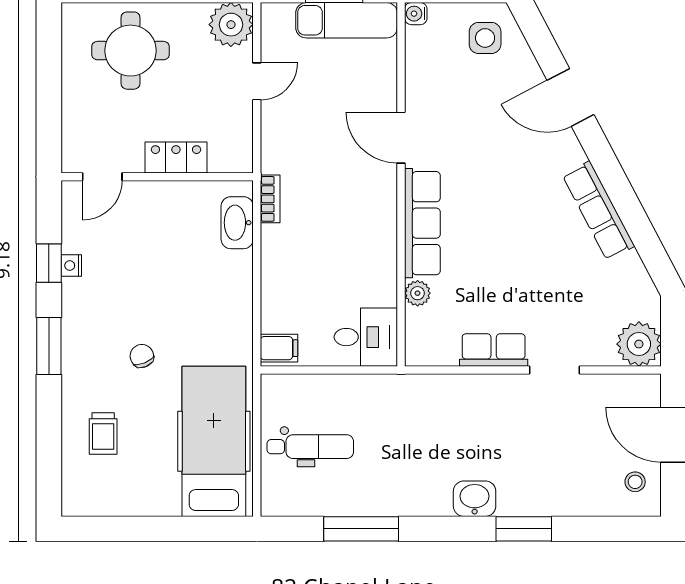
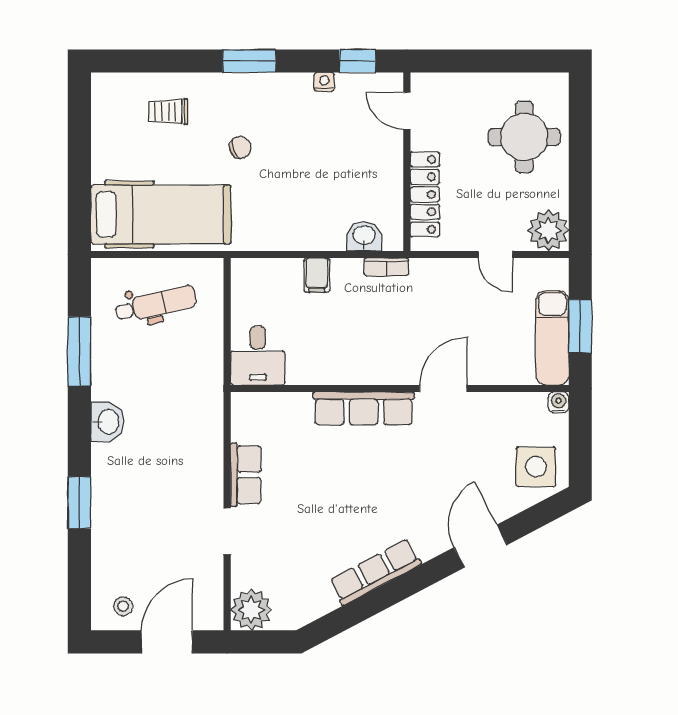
side table: (485, 38) -> (536, 467), width x1.37, depth x1.37
locker: (176, 157) -> (425, 194), width x1.53
washbasin: (237, 223) -> (364, 236), width x0.72
window: (49, 263) -> (357, 61), moved
plant: (418, 293) -> (299, 404), removed
filing cabinet: (279, 348) -> (317, 275), moved
dental chair: (310, 447) -> (156, 304), turned -103
washbasin: (475, 499) -> (107, 422), moved

